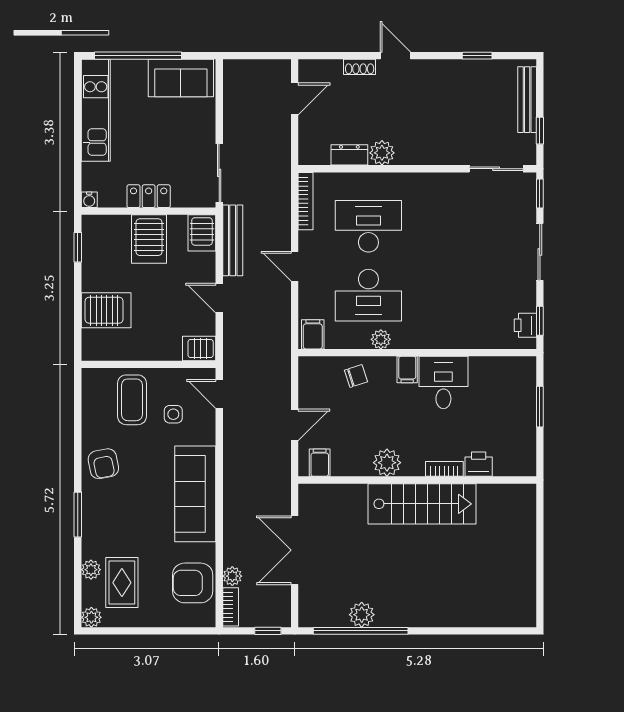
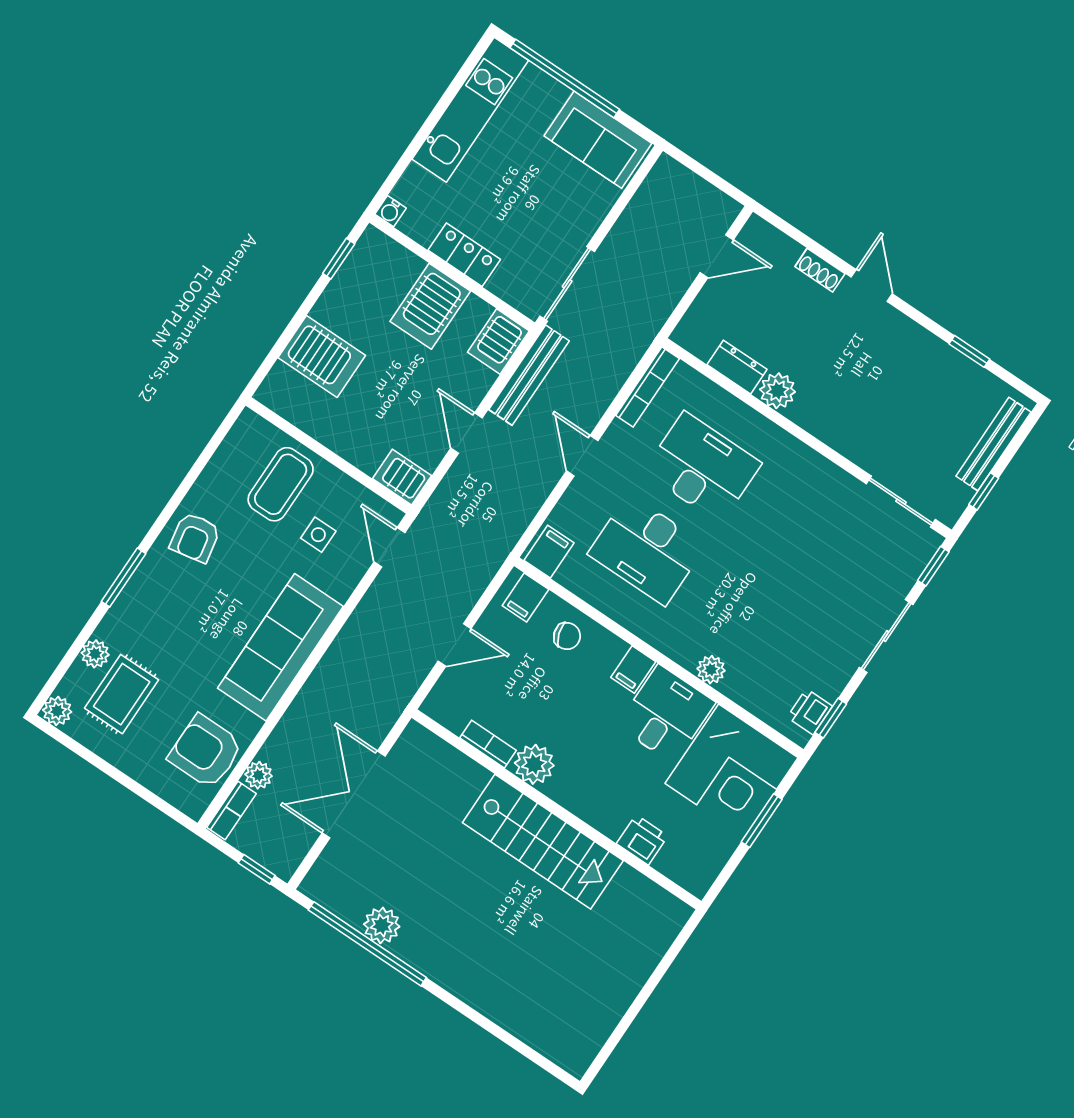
plant: (381, 339) -> (711, 670), moved
corner desk: (503, 390) -> (731, 770), added
filing cabinet: (320, 463) -> (525, 598), moved, turned 180
bookcase: (444, 469) -> (488, 744), moved

